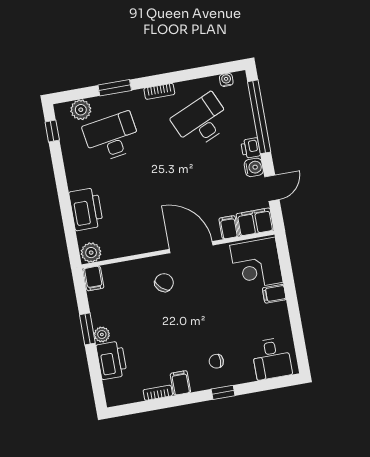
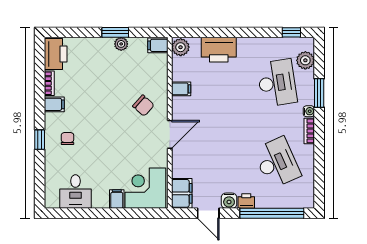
water cooler: (226, 80) -> (309, 111), moved
filing cabinet: (229, 227) -> (181, 89), moved
door: (191, 247) -> (170, 134), width x0.73
plant: (102, 334) -> (121, 44), moved
desk: (272, 359) -> (75, 192), moved, turned -90
printer: (112, 360) -> (56, 54), moved, turned -90

